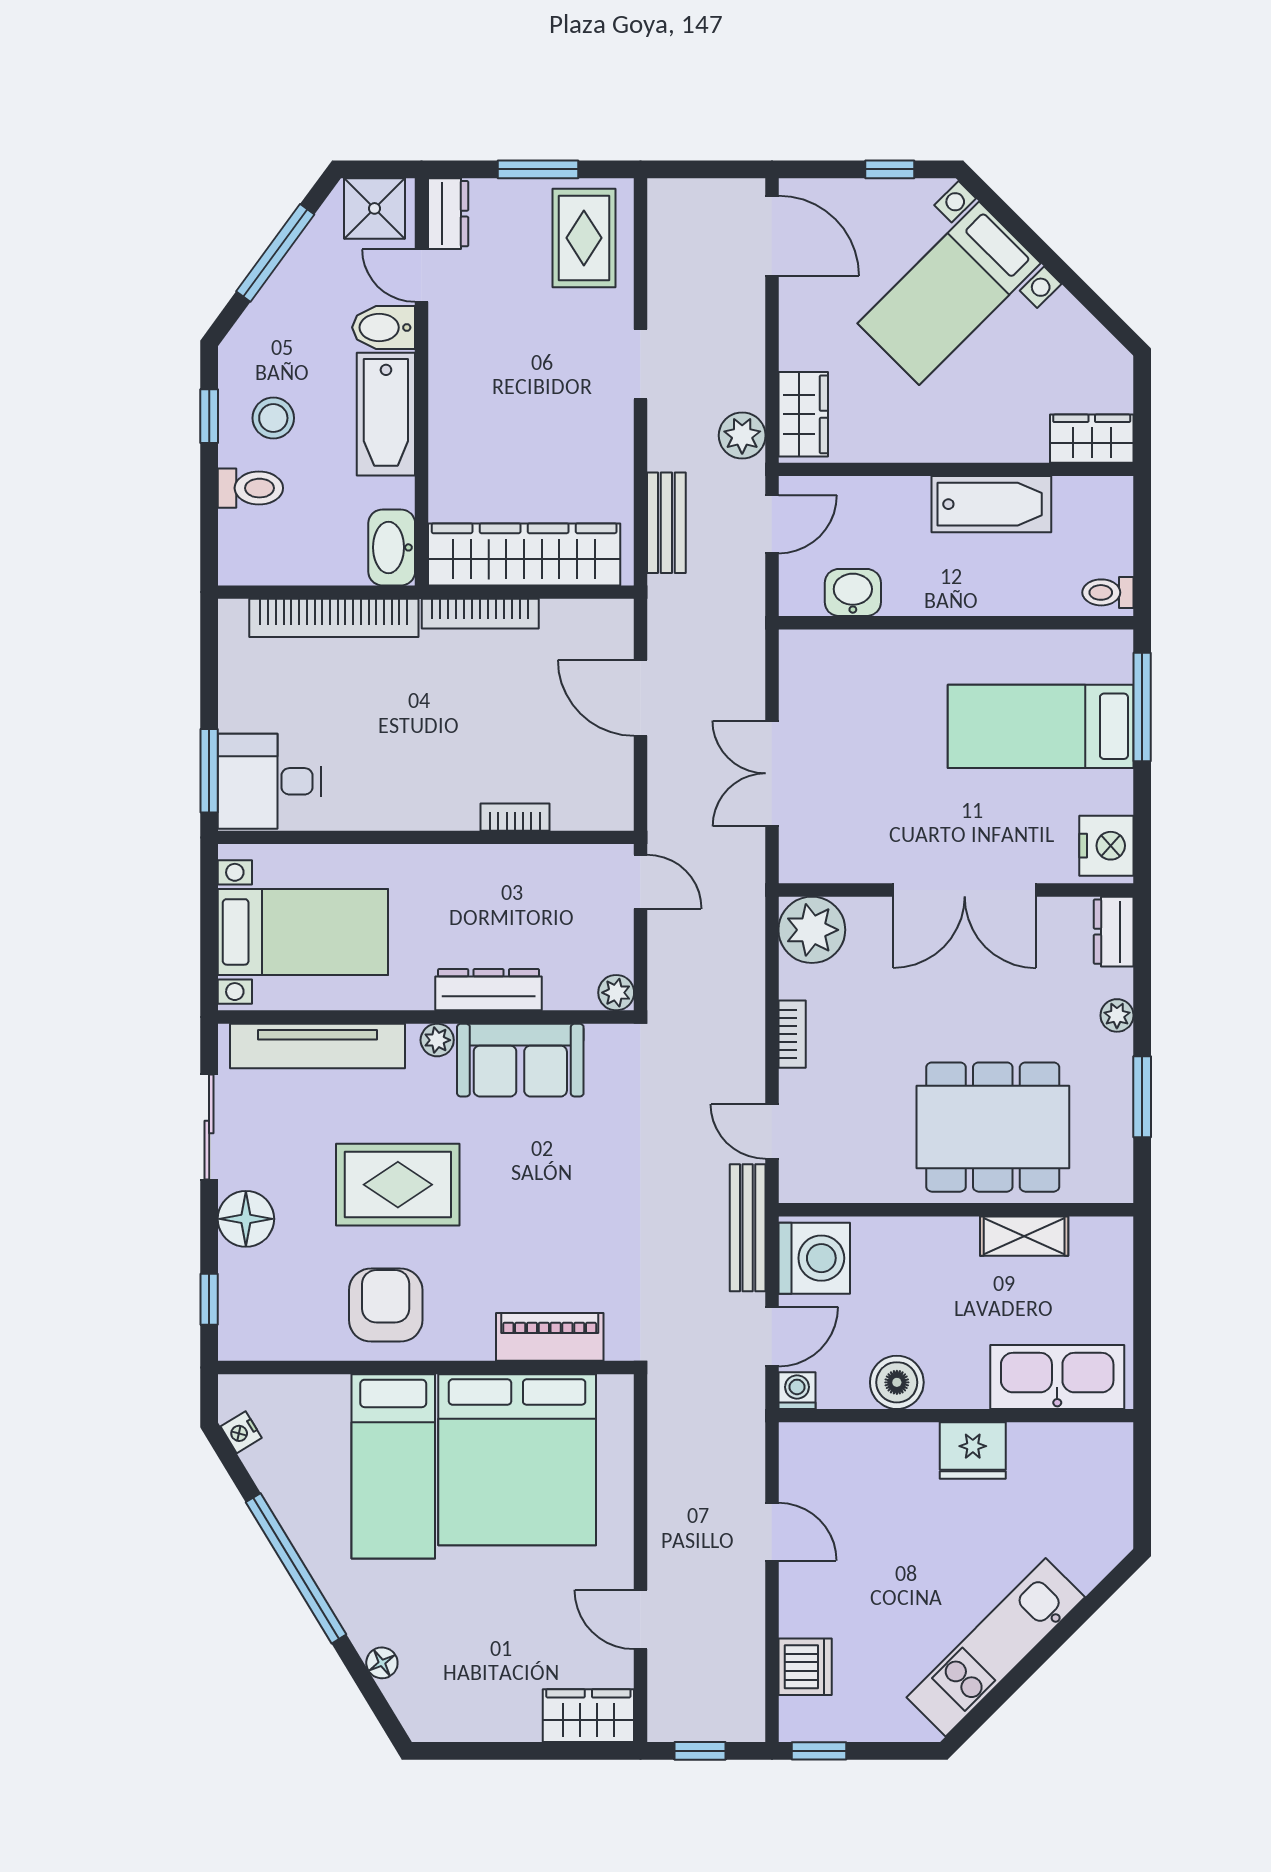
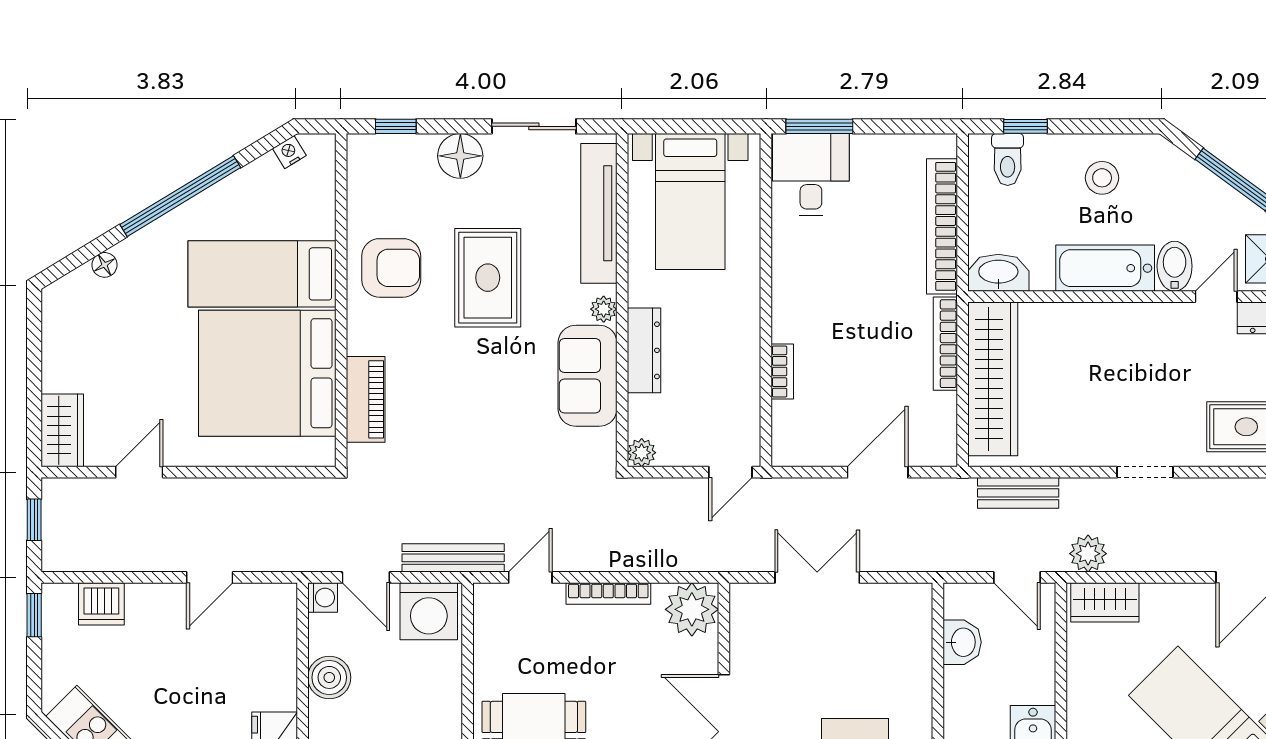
window: (209, 416) -> (1025, 126), moved
toilet: (250, 488) -> (1008, 159), moved
bookcase: (792, 1034) -> (608, 594), width x1.56

